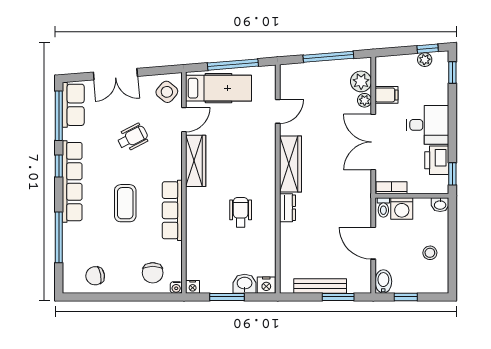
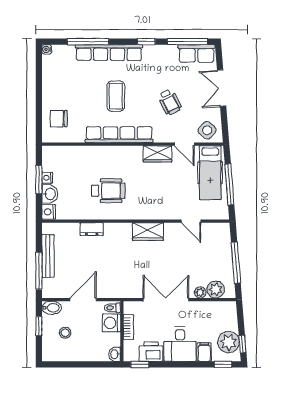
plant: (425, 60) -> (229, 342), width x1.87, depth x1.87
filing cabinet: (386, 95) -> (204, 352), moved, turned 180
wardrobe: (196, 161) -> (158, 154), width x0.67
wardrobe: (290, 164) -> (148, 232), width x0.67
row of seats: (72, 182) -> (109, 53), moved
bookcase: (391, 188) -> (128, 327), moved
coffee table: (125, 203) -> (116, 96), turned 90
dresser: (287, 208) -> (92, 229), moved
row of seats: (172, 210) -> (119, 135), width x1.36
wheelchair: (241, 212) -> (108, 191), width x1.36, depth x1.37
stool: (430, 253) -> (65, 333), moved
chair: (95, 276) -> (56, 71), removed
water cooler: (176, 287) -> (47, 49), moved
nightstand: (193, 287) -> (47, 178), moved
window: (338, 297) -> (39, 271), width x1.44

